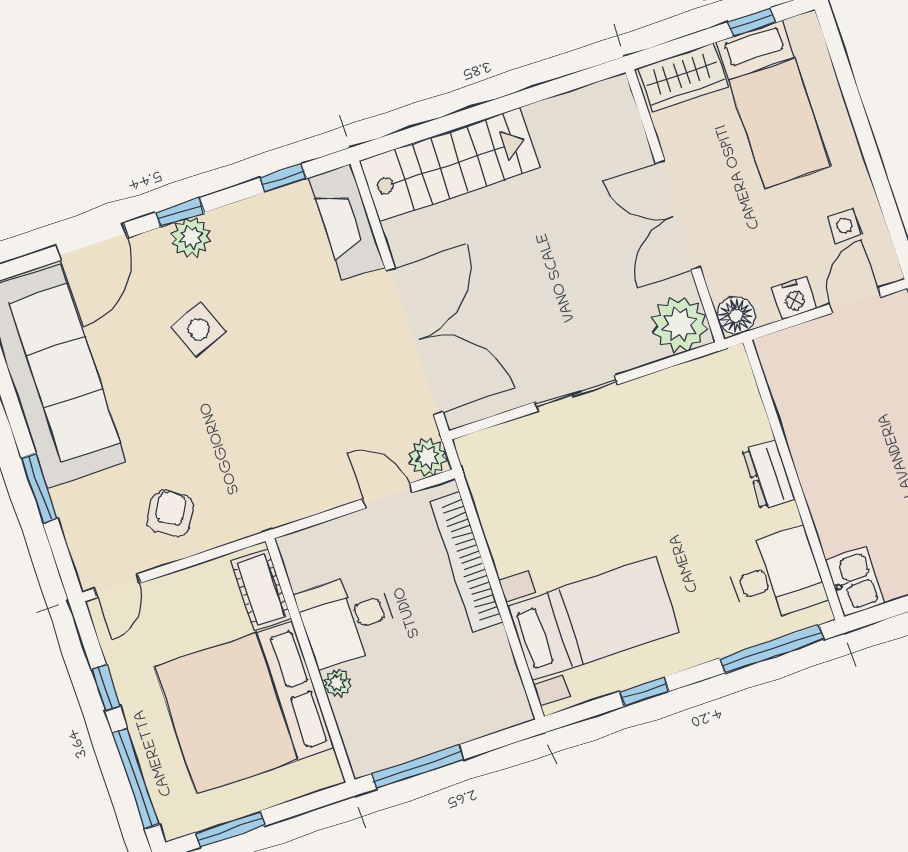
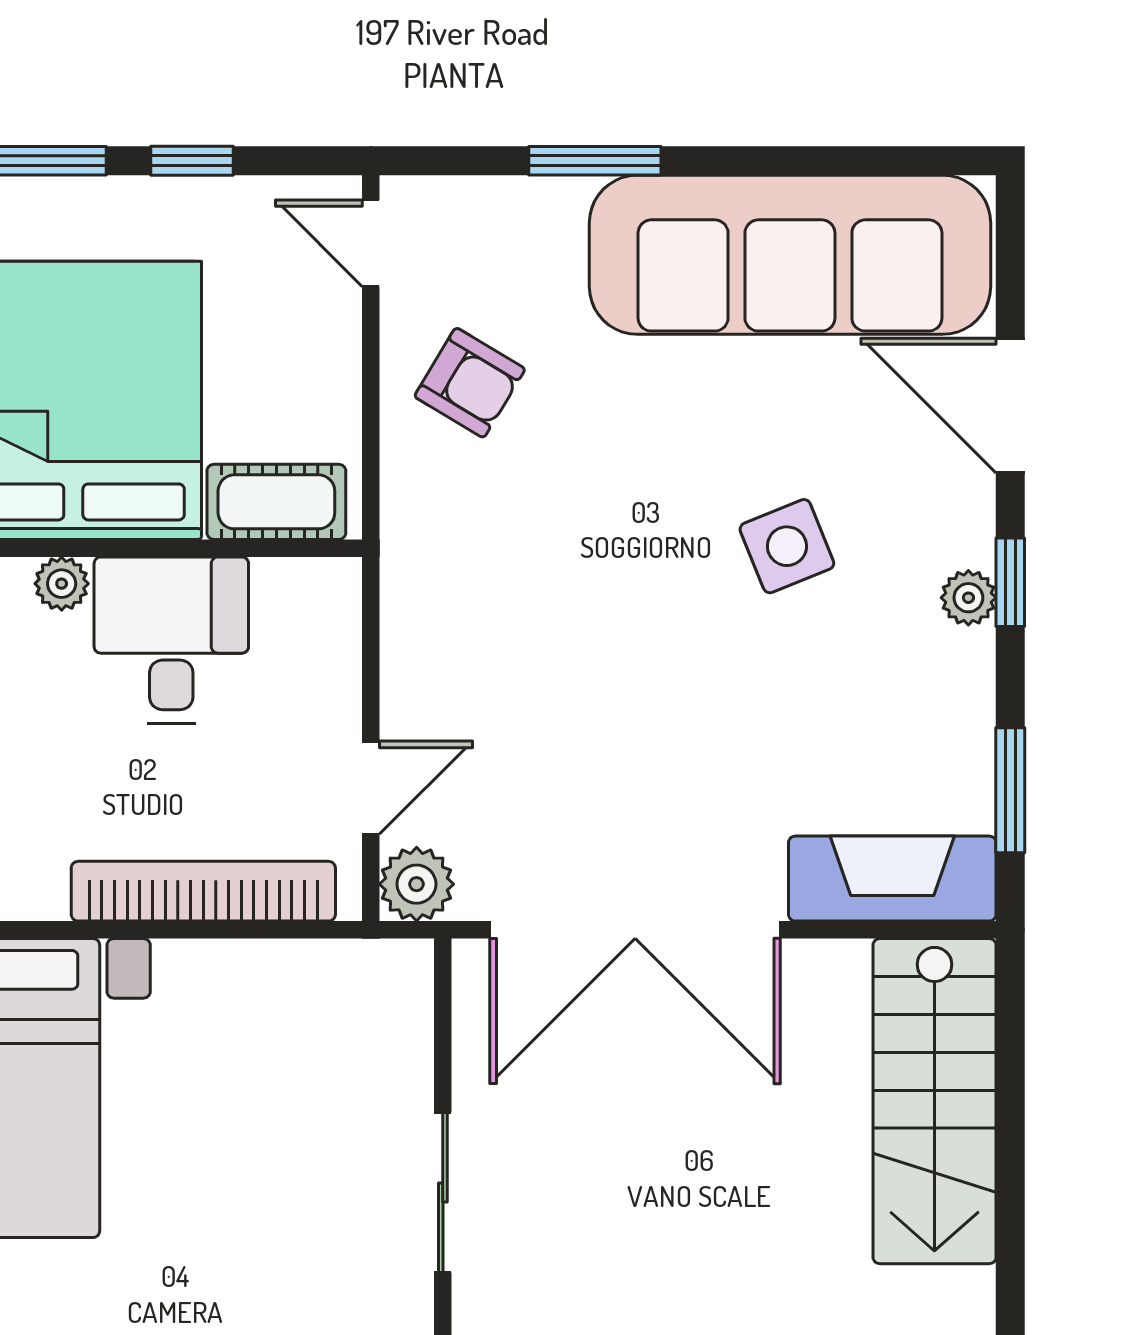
window: (283, 178) -> (1010, 790), width x1.50
plant: (191, 237) -> (968, 598), width x0.73, depth x0.73

